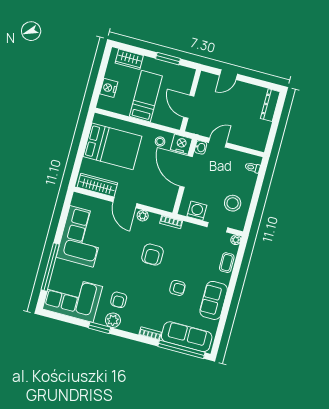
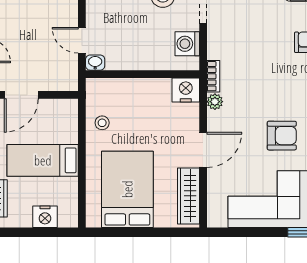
door: (189, 107) -> (21, 95), moved
nightstand: (181, 144) -> (186, 90), moved, turned 90
door: (186, 172) -> (135, 74), removed
plant: (143, 216) -> (215, 102), moved
armchair: (153, 255) -> (282, 136), moved

